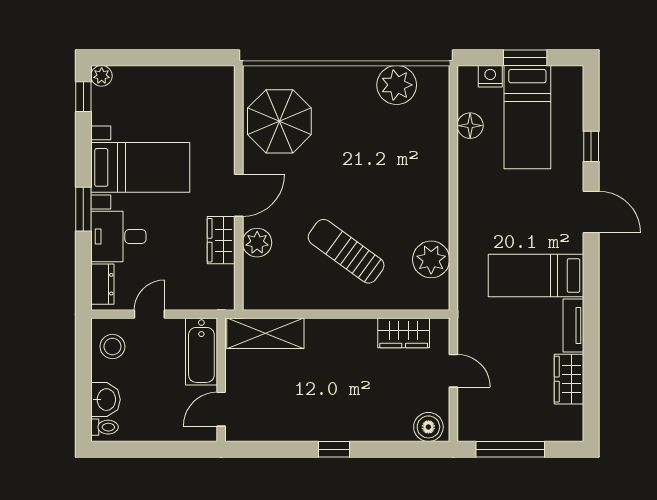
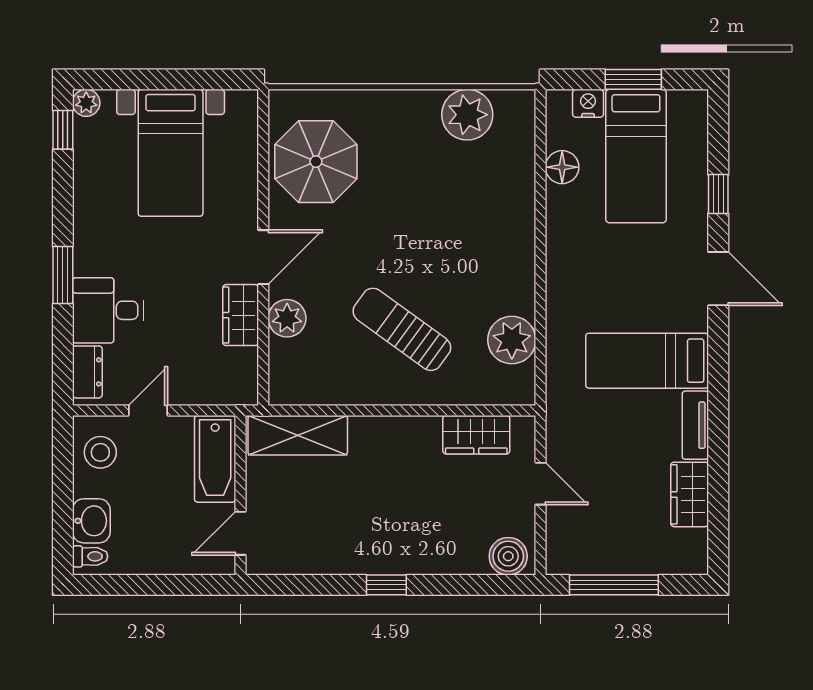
bed with nightstands: (140, 167) -> (171, 153), moved, turned 90

